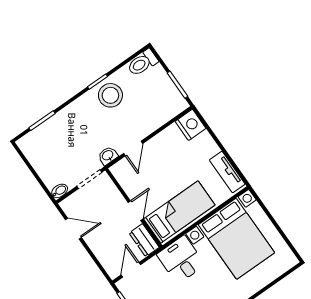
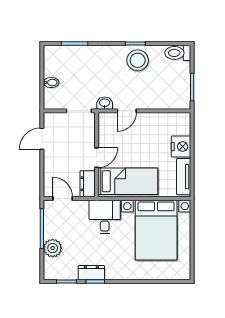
nightstand: (190, 125) -> (181, 147), moved
bidet: (60, 191) -> (51, 82), moved
door: (73, 229) -> (42, 139), swing flipped
door: (131, 270) -> (63, 199), hinge flipped

